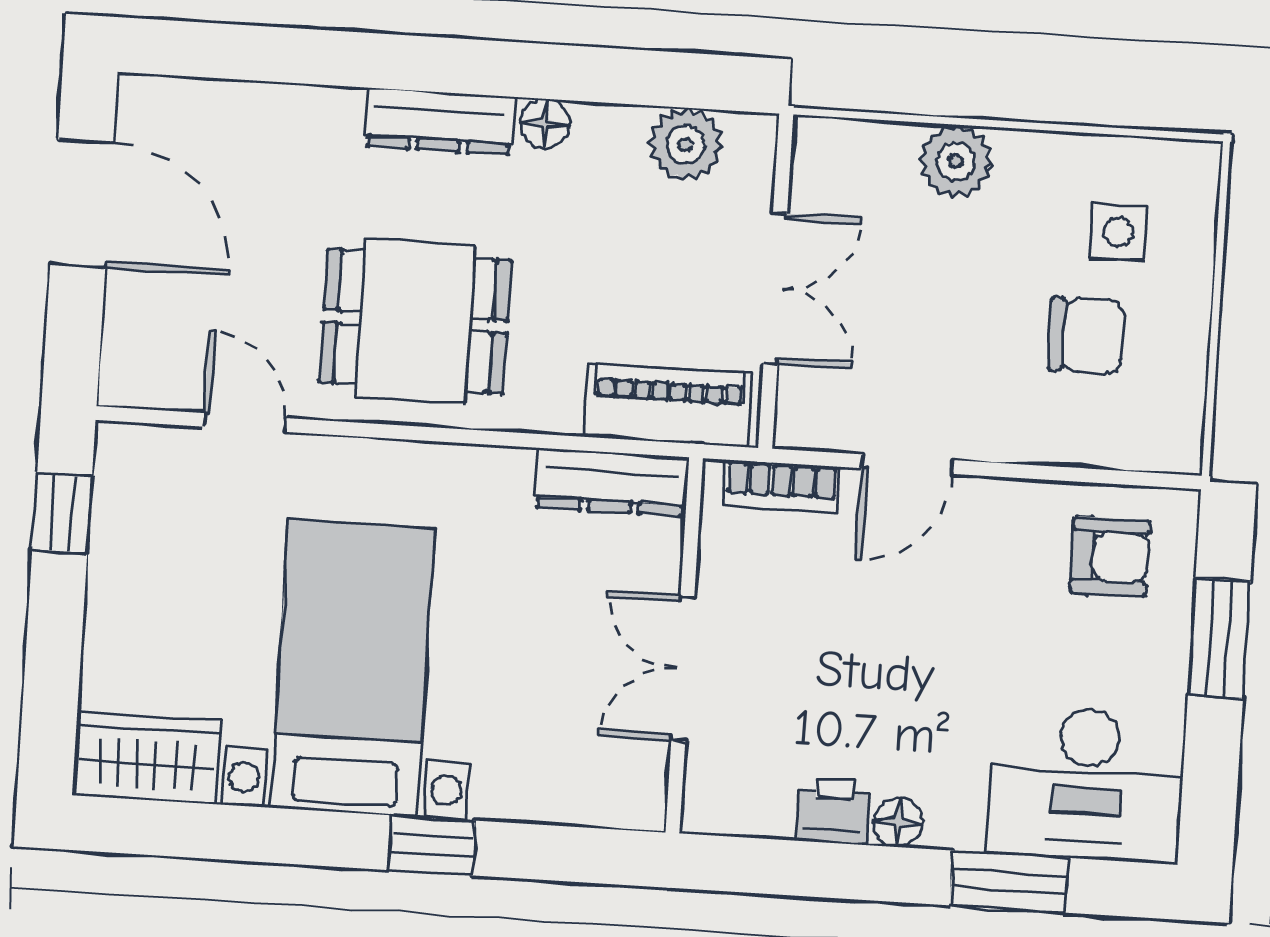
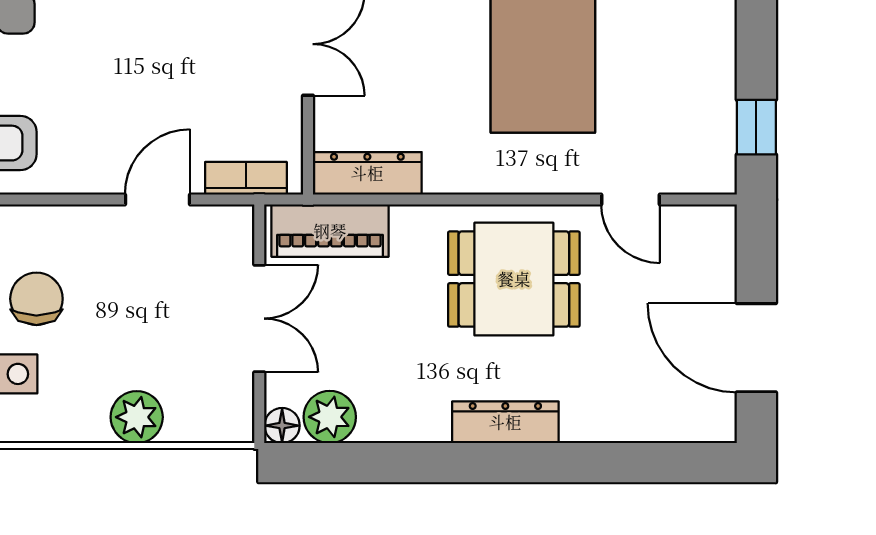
floor lamp: (545, 124) -> (282, 426), moved
double door: (775, 289) -> (259, 319), swing flipped
chair: (1086, 336) -> (36, 299), turned 90

